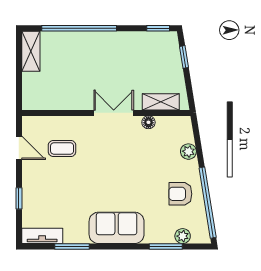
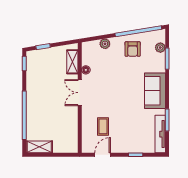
tv unit: (42, 236) -> (160, 134), width x1.41

